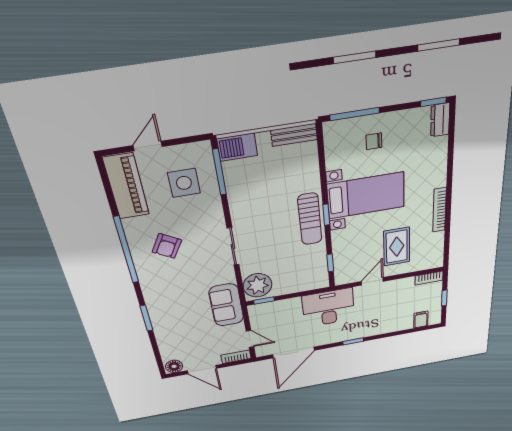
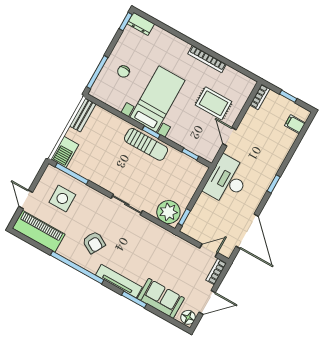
tv unit: (151, 294) -> (119, 281), added
sofa: (226, 305) -> (161, 298), moved, turned 180

